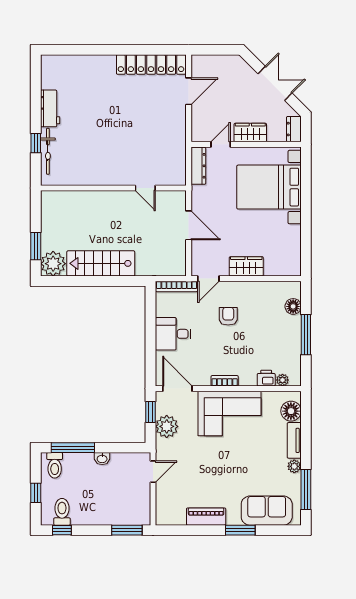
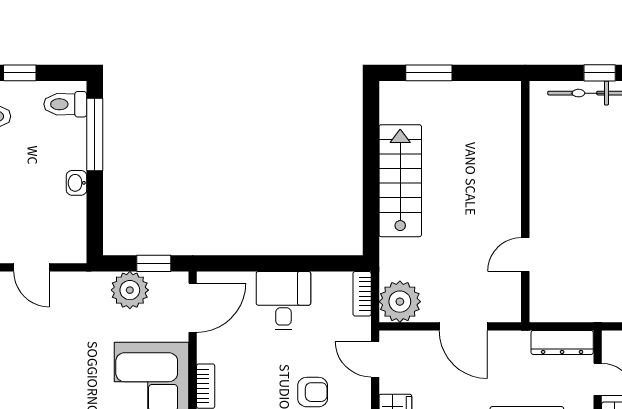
door: (189, 225) -> (463, 326), hinge flipped
plant: (53, 264) -> (400, 302), moved
bookcase: (177, 286) -> (362, 294), width x0.64
door: (153, 472) -> (31, 267), moved

